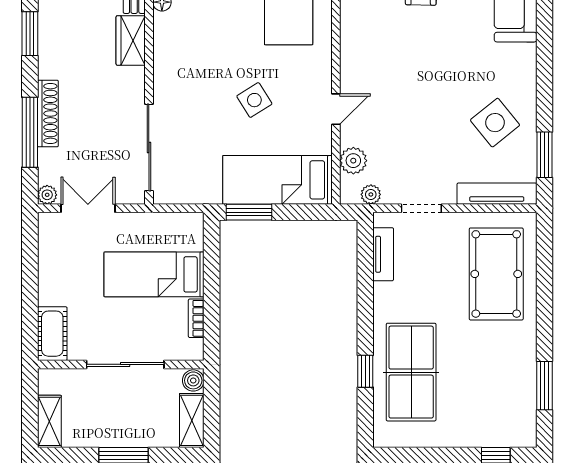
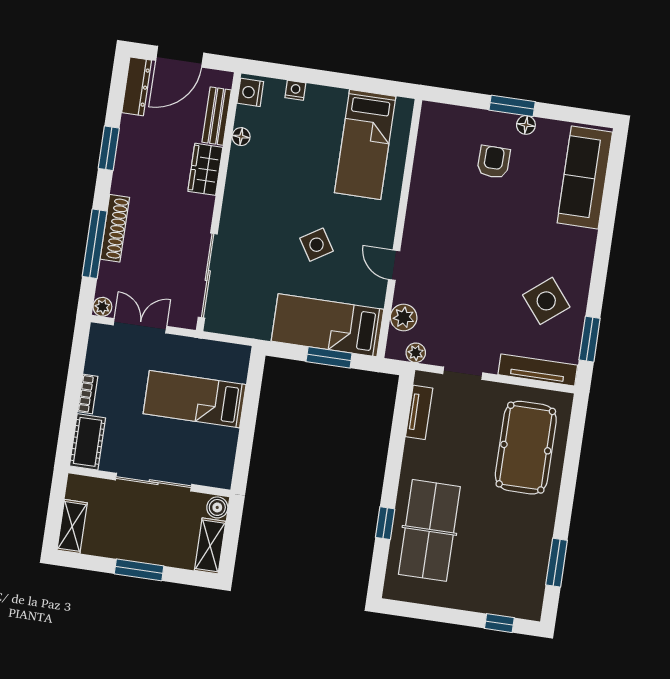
door: (336, 109) -> (394, 265), swing flipped
window: (249, 212) -> (329, 357), moved
bookcase: (196, 318) -> (88, 394), moved, turned 180

